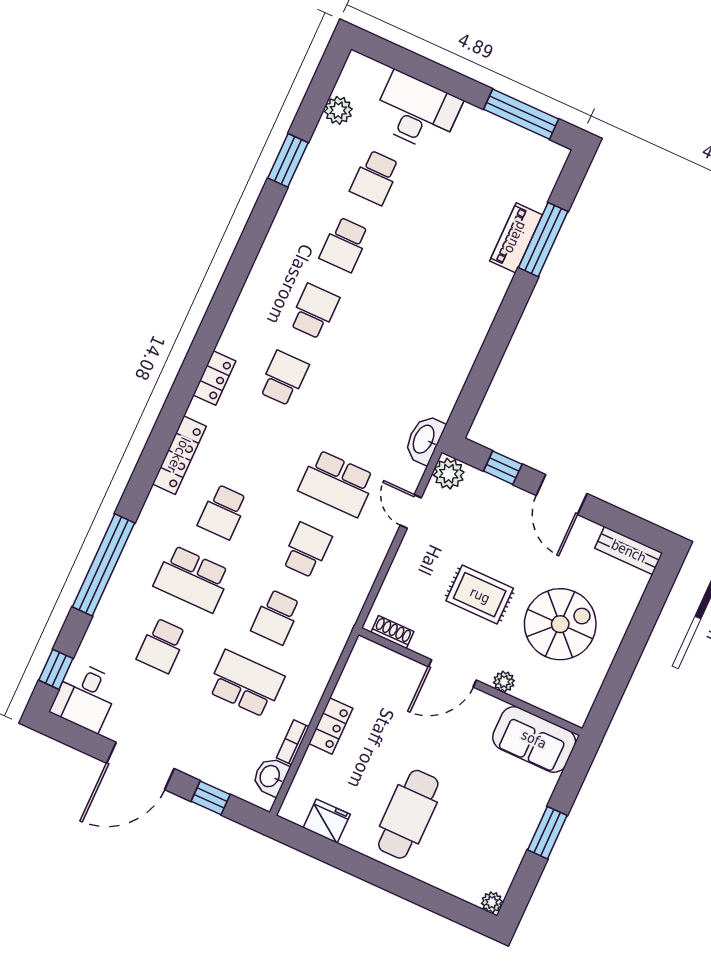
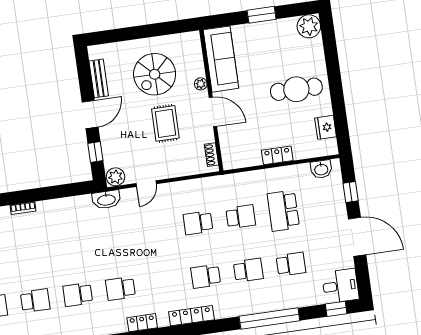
school desk: (337, 483) -> (155, 229), removed
school desk: (223, 512) -> (206, 276), turned 180
bench: (629, 551) -> (99, 78), moved
school desk: (192, 579) -> (248, 270), width x0.54
spiral stairs: (560, 624) -> (155, 74), turned -90
sofa: (534, 739) -> (221, 59), width x1.36
bookcase: (293, 742) -> (23, 208), moved
plant: (492, 902) -> (309, 26), width x1.88, depth x1.88

